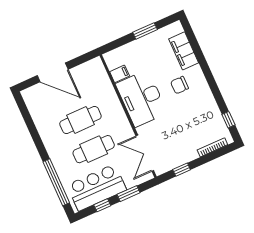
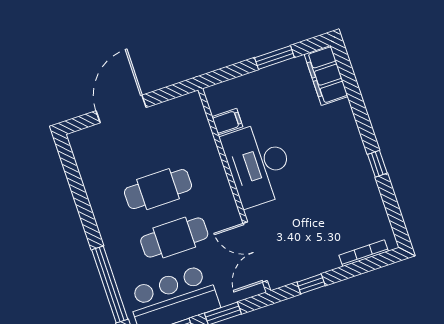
filing cabinet: (184, 51) -> (326, 75), moved
door: (53, 72) -> (121, 109), swing flipped
chair: (179, 85) -> (321, 149), removed
window: (228, 120) -> (377, 164), moved

